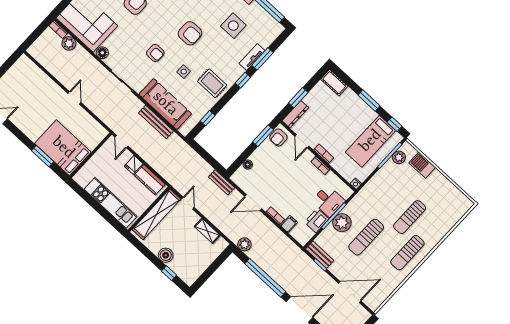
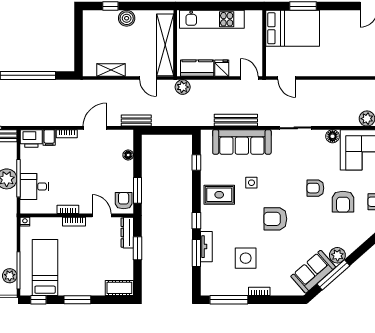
armchair: (155, 53) -> (315, 188), moved
door: (74, 98) -> (287, 78), moved
printer: (317, 221) -> (31, 139), moved, turned 90
plant: (244, 244) -> (183, 87), moved

